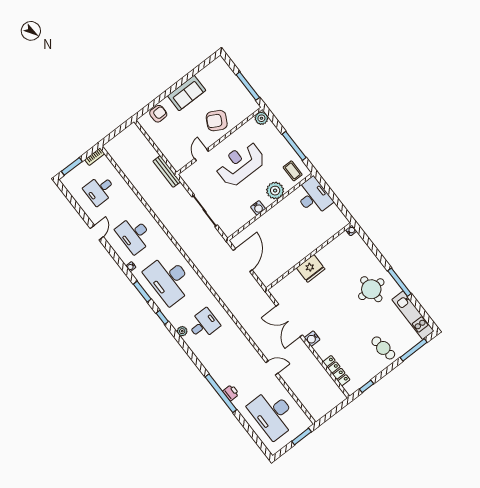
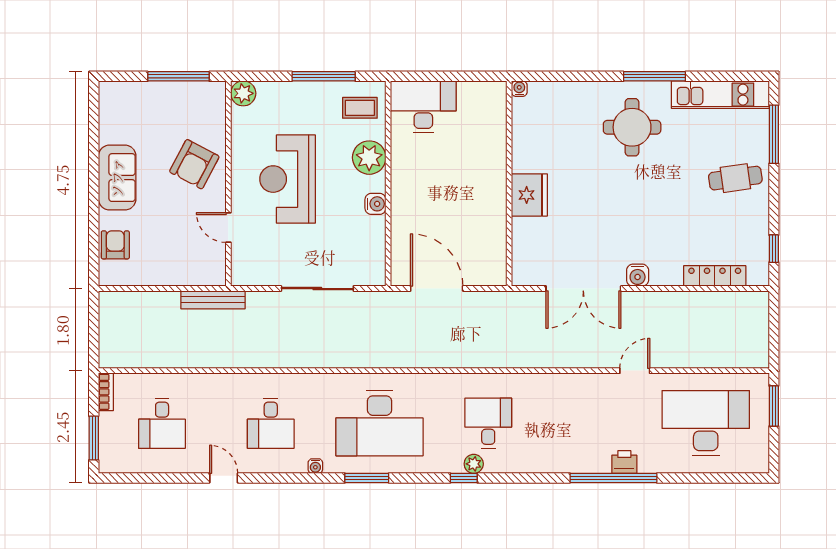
desk: (134, 235) -> (271, 423), width x0.73
window: (162, 317) -> (464, 478), moved
desk: (273, 414) -> (706, 423), turned 180

